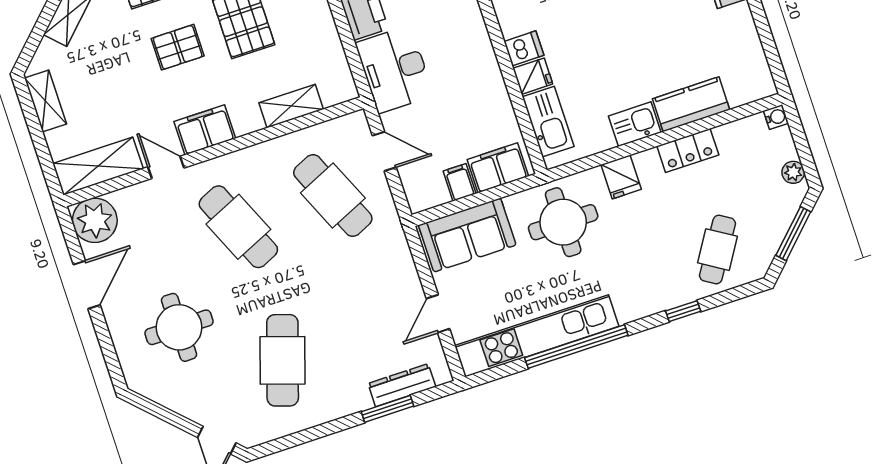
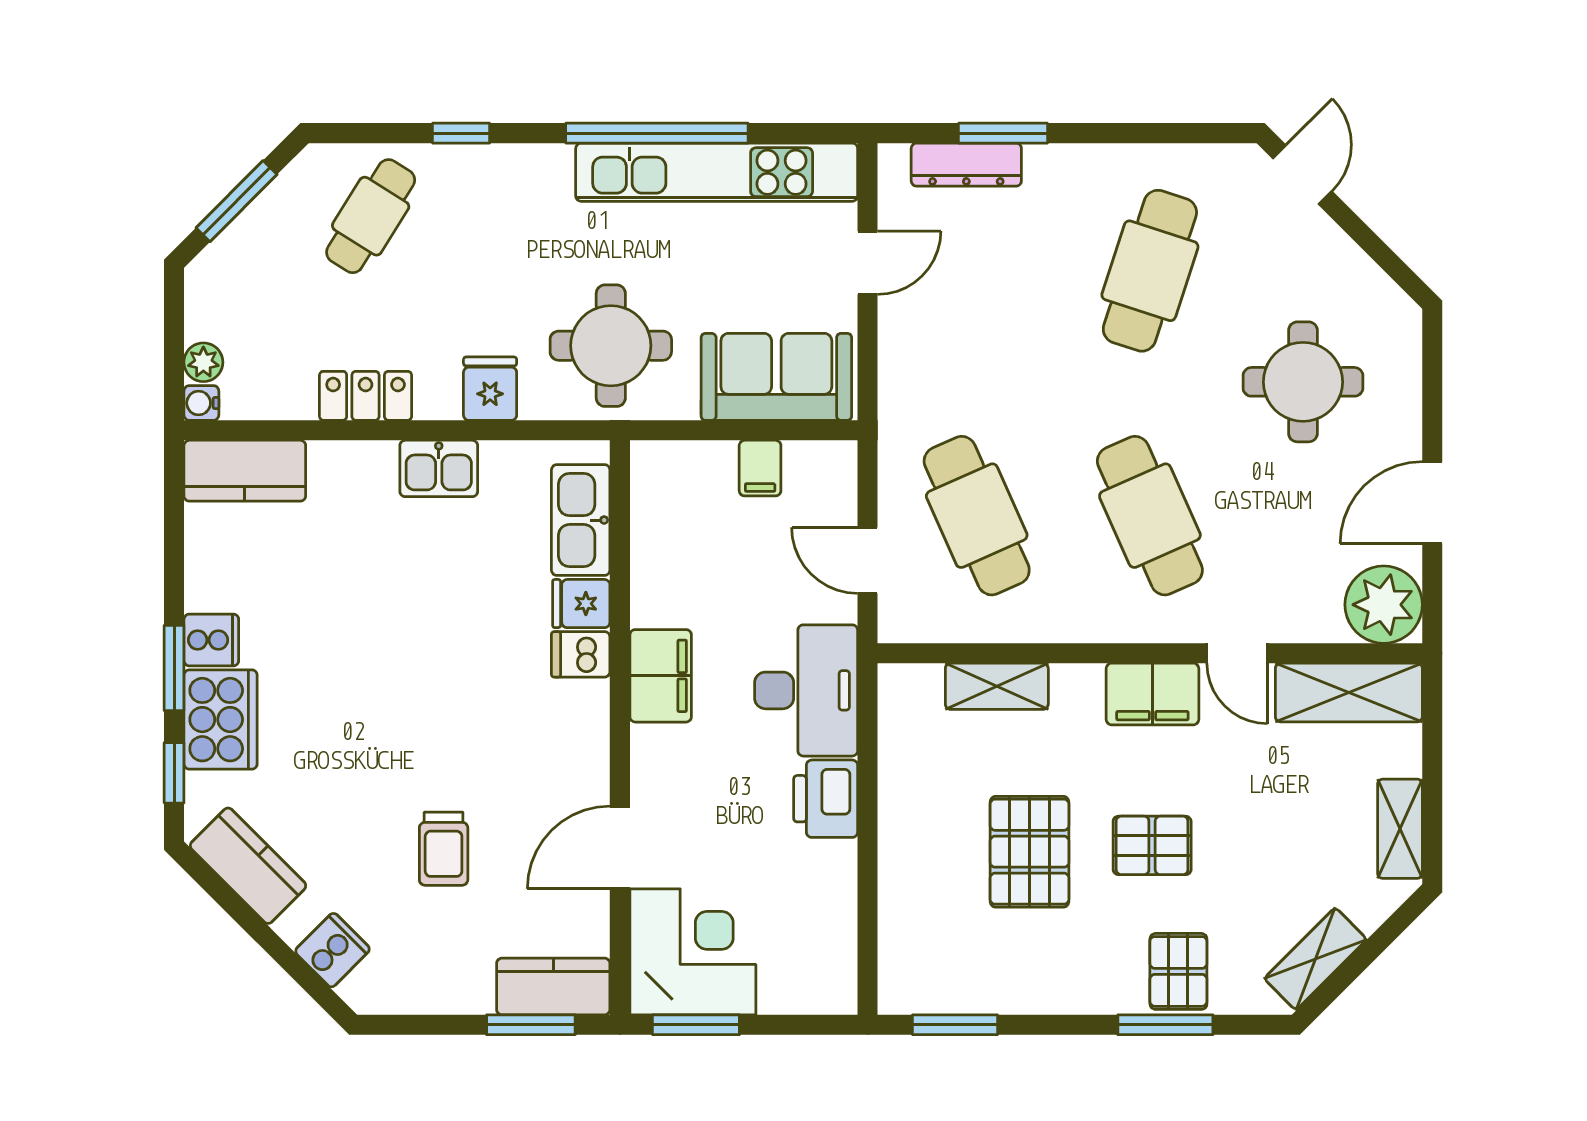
kitchen counter: (691, 104) -> (245, 471), moved
filing cabinet: (498, 168) -> (661, 676), moved, turned -90
plant: (793, 172) -> (203, 362), moved

